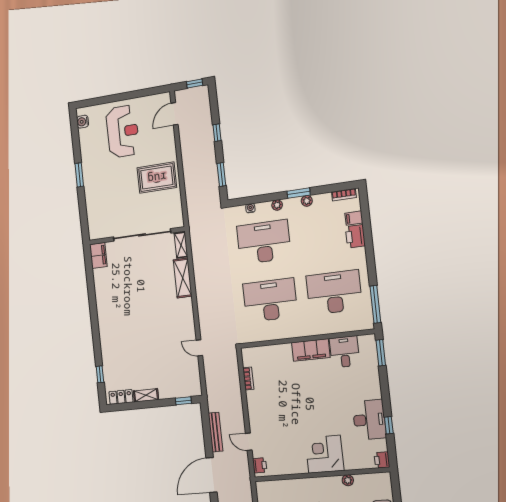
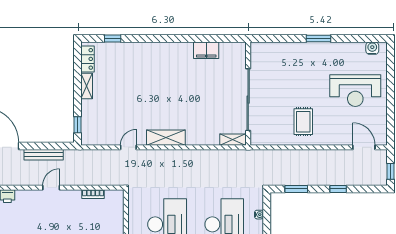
rug: (157, 178) -> (303, 122), width x0.73, depth x0.70
filing cabinet: (98, 255) -> (206, 50), moved
shelving: (183, 278) -> (166, 138), moved
door: (249, 442) -> (51, 188), moved

